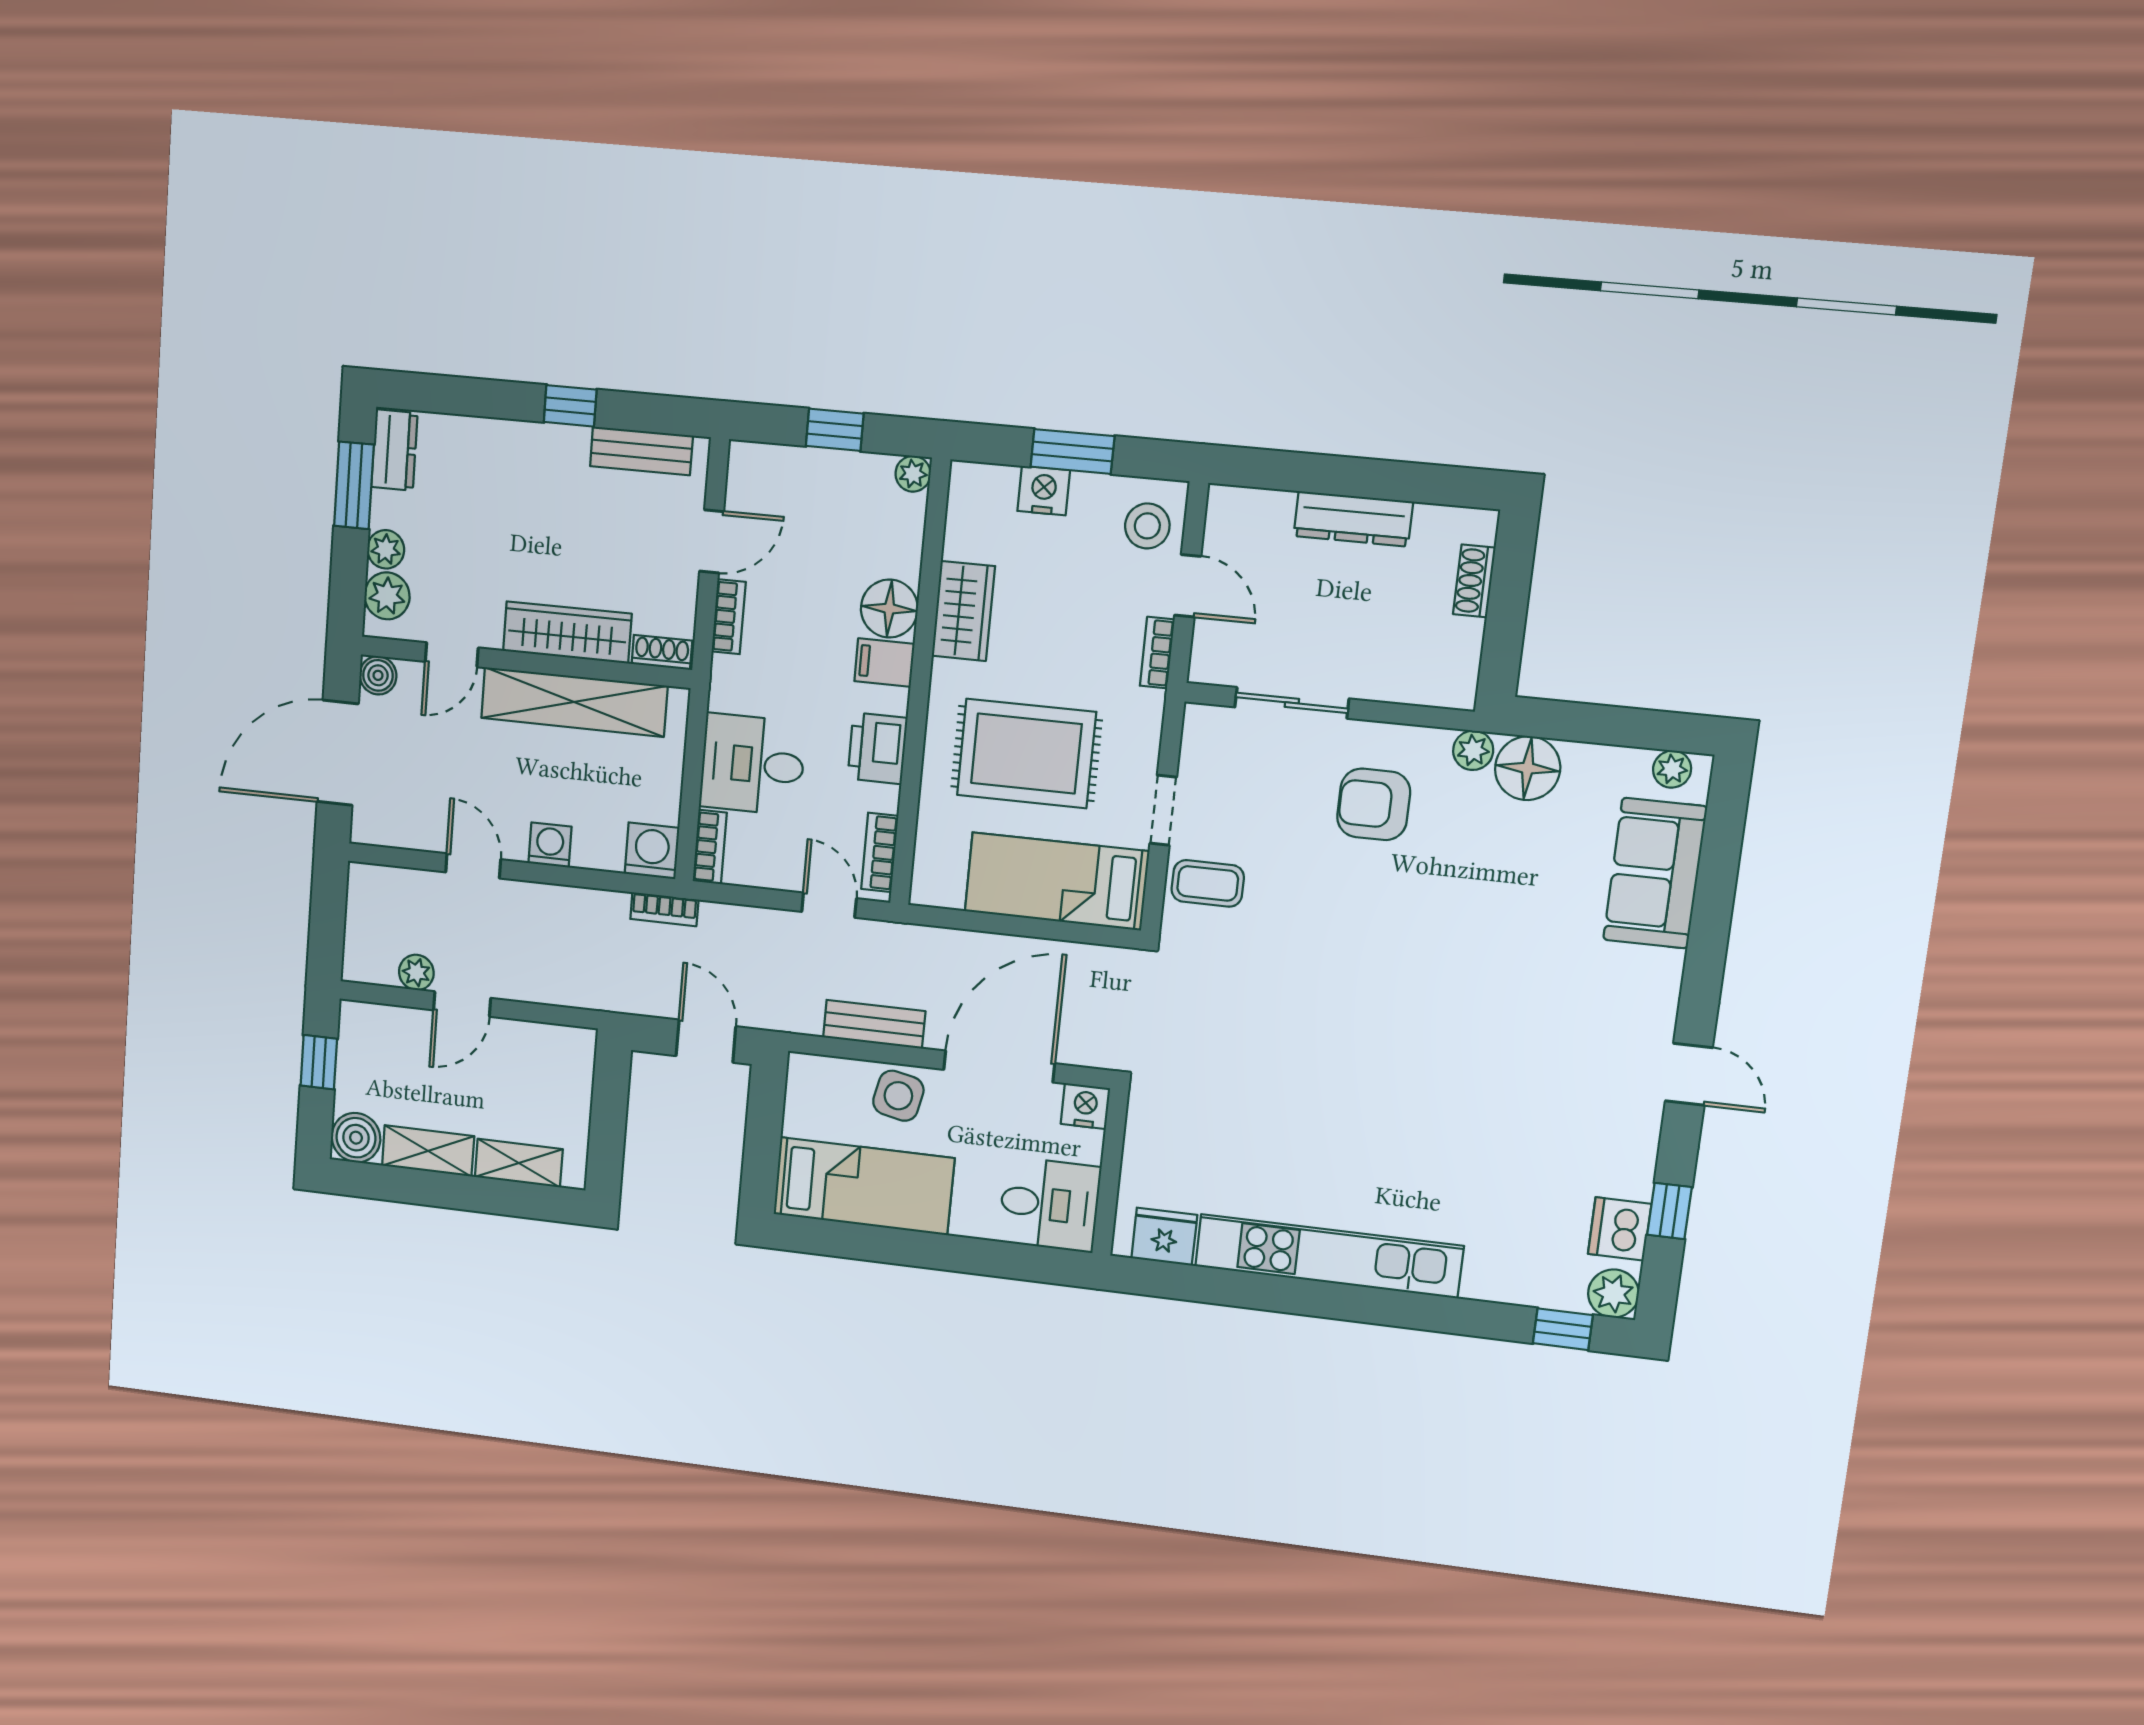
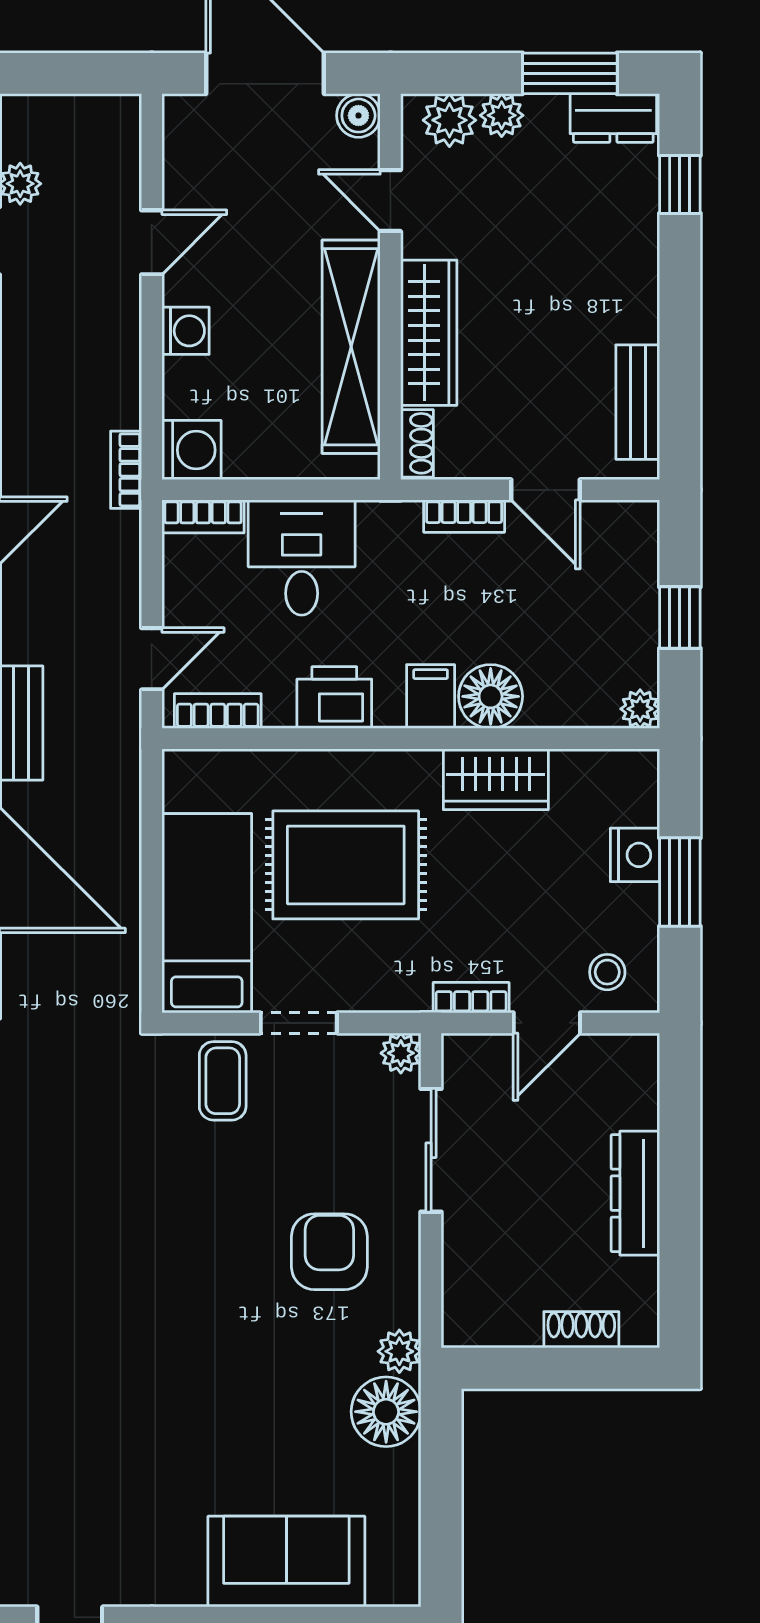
window: (570, 406) -> (680, 184), moved
stool: (1147, 526) -> (607, 972), width x0.73, depth x0.73
rug: (1026, 754) -> (346, 865), turned 90
plant: (1672, 769) -> (401, 1053), moved

